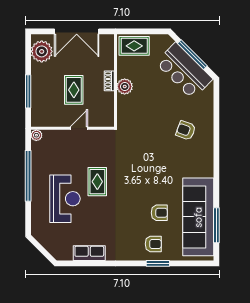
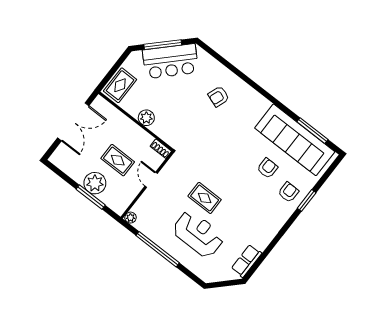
plant: (42, 51) -> (95, 183), moved
shoe rack: (109, 81) -> (161, 149), moved
row of seats: (89, 253) -> (247, 261), moved

